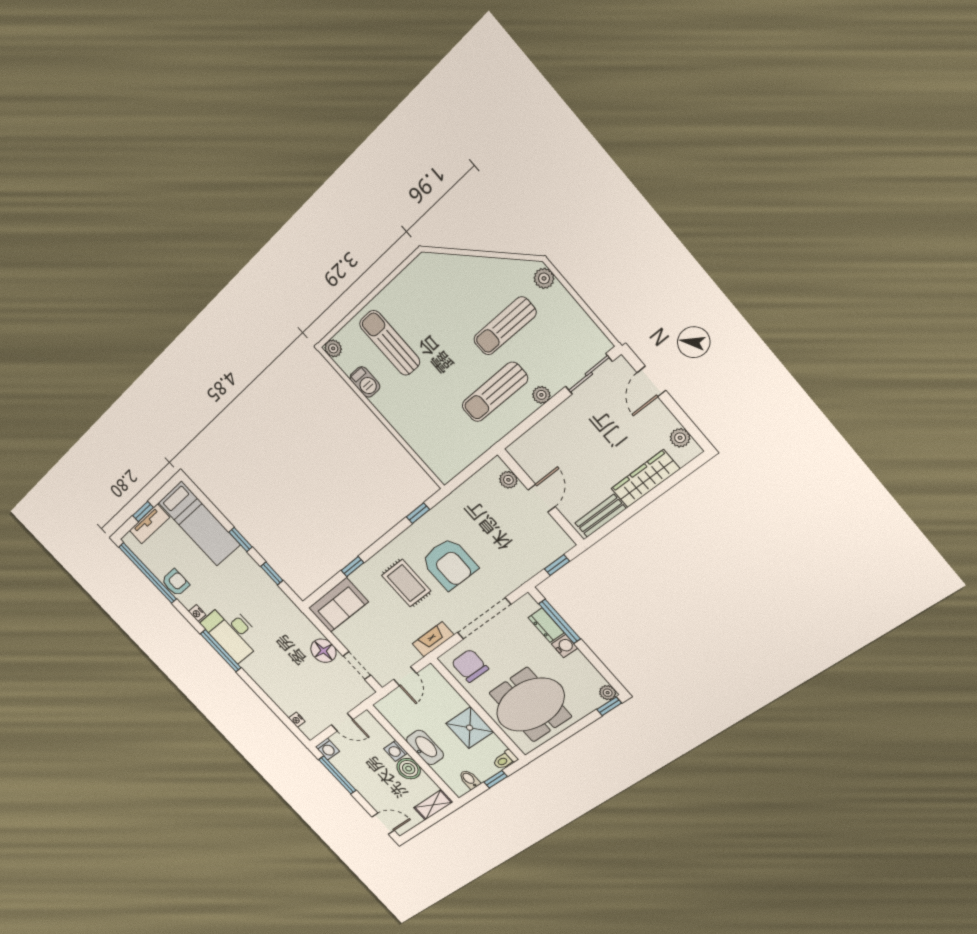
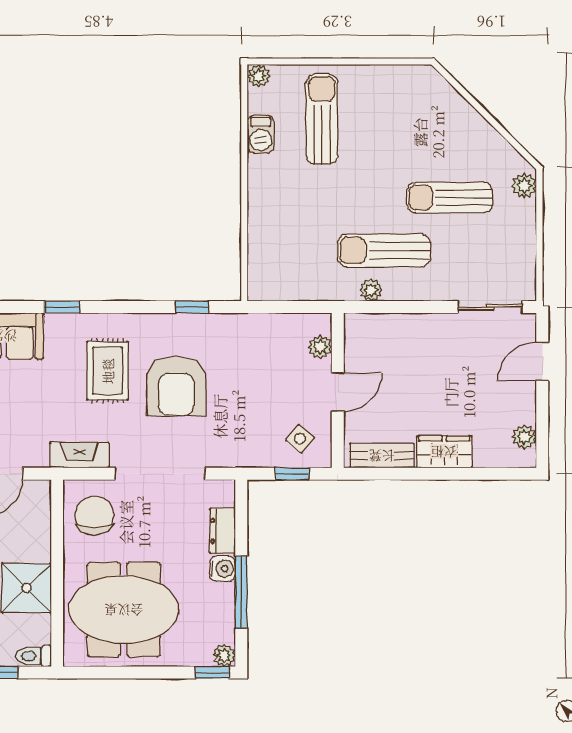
plant: (541, 395) -> (371, 290), moved
wardrobe: (645, 479) -> (444, 452), width x0.67
side table: (544, 542) -> (300, 439), added
window: (560, 621) -> (241, 592), moved

